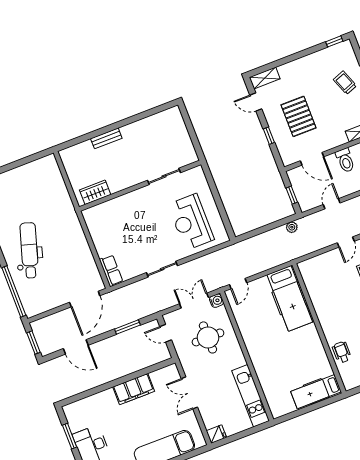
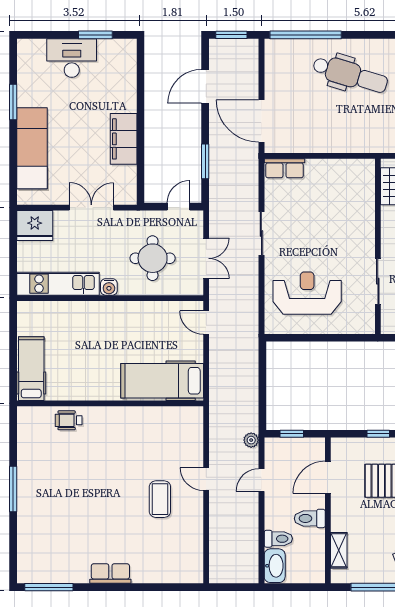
door: (332, 204) -> (261, 480), swing flipped
plant: (292, 227) -> (251, 440), moved
water cooler: (216, 301) -> (109, 287), moved
wheelchair: (342, 352) -> (69, 420), turned 180
fridge: (216, 434) -> (35, 225), width x1.88, depth x1.34

